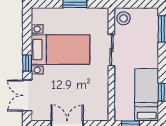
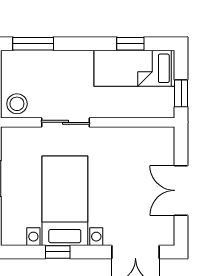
window: (27, 63) -> (58, 252), moved

